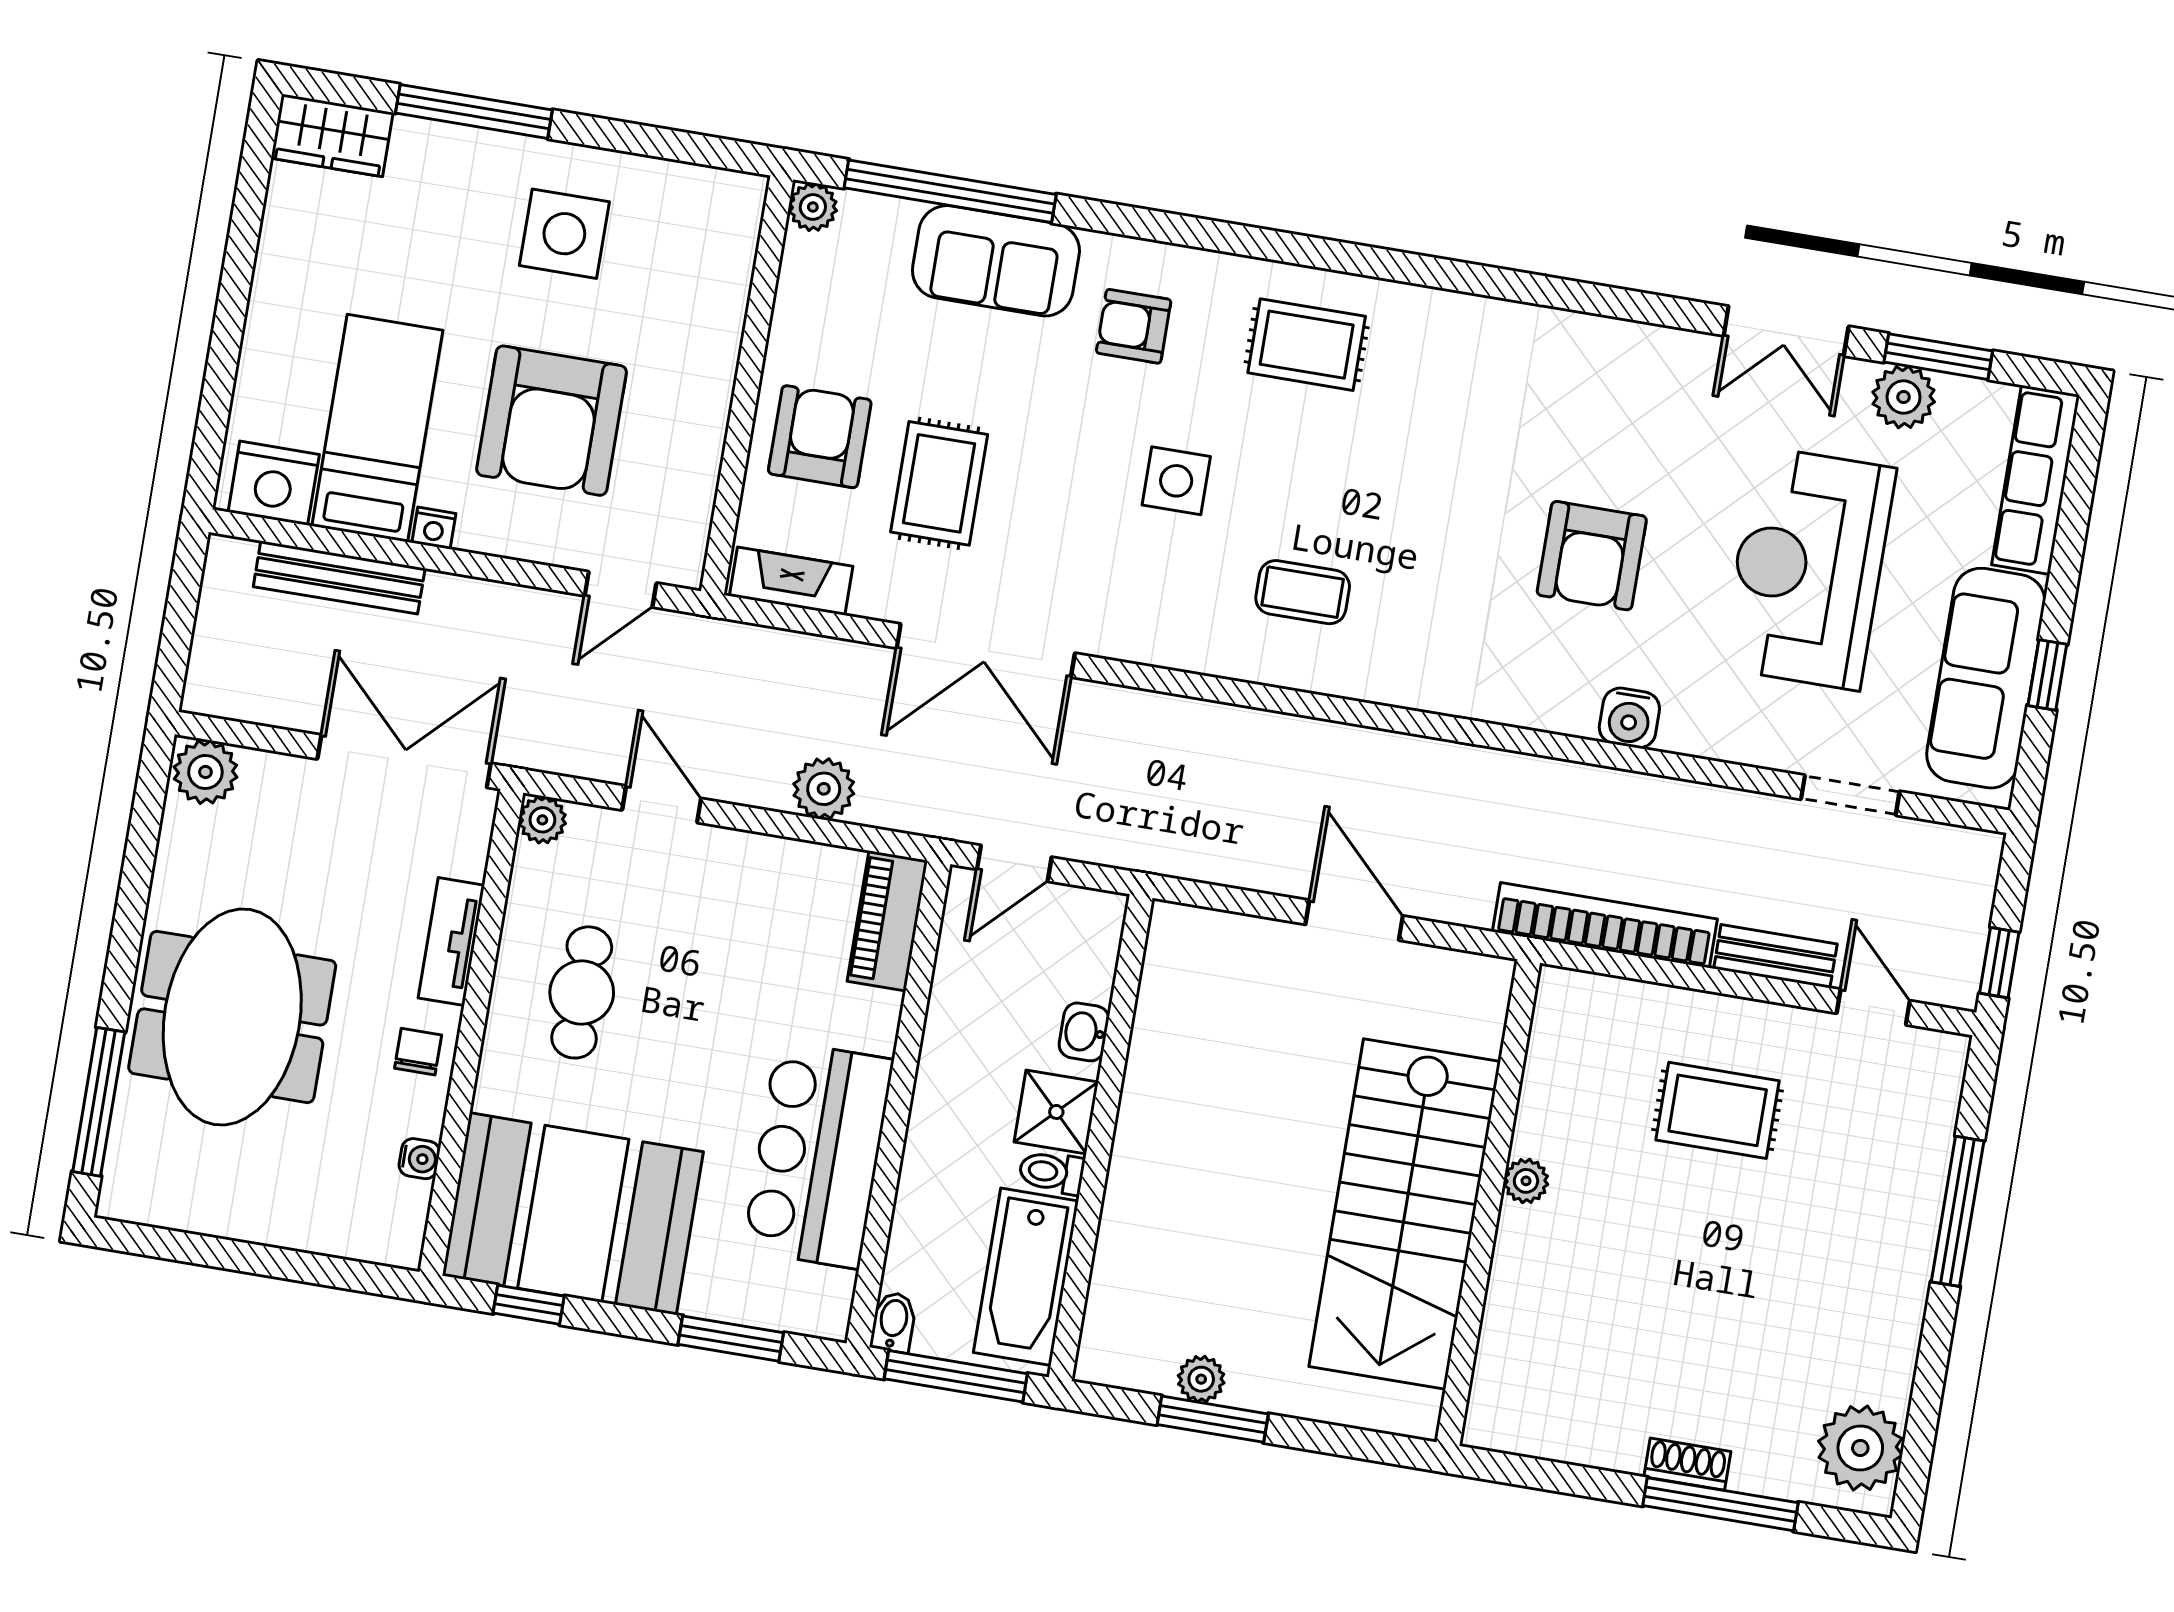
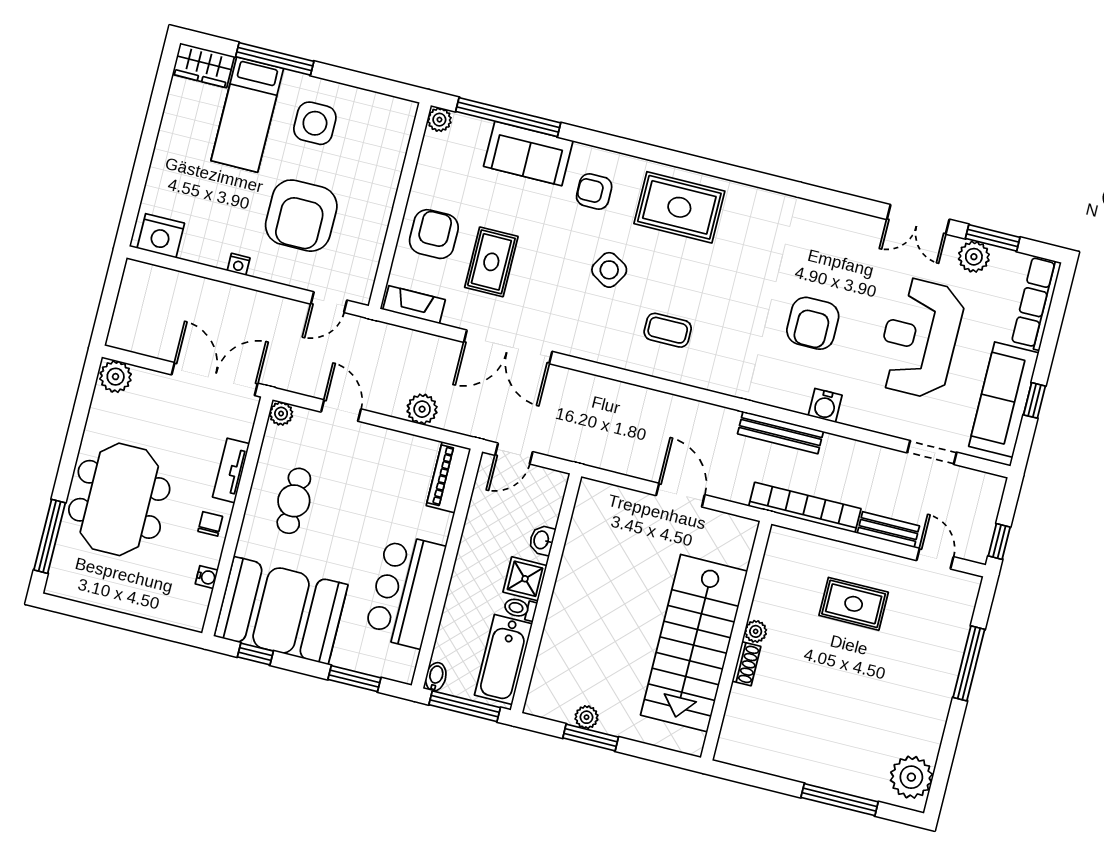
rug: (1307, 345) -> (679, 207), width x1.36, depth x1.43
bed: (377, 428) -> (247, 115), moved, turned 180
side table: (1176, 481) -> (609, 270), turned 31
bench: (339, 578) -> (780, 433), moved
shoe rack: (1687, 1464) -> (746, 664), moved, turned 90

